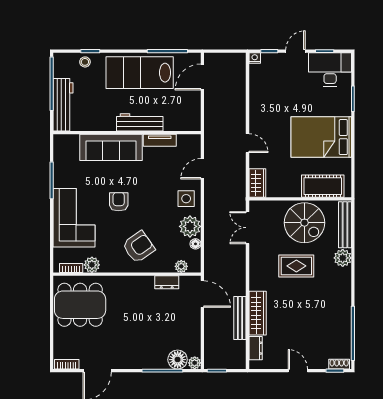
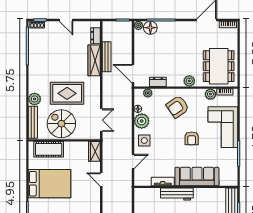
rug: (296, 266) -> (67, 93), width x1.36, depth x1.43
plant: (122, 284) -> (189, 81), added
dining table: (80, 305) -> (219, 66), turned 90

